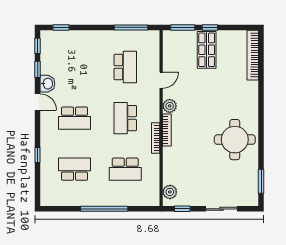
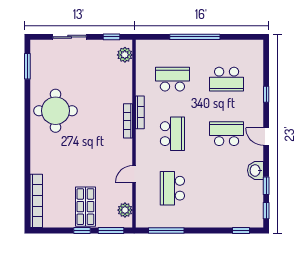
door: (38, 102) -> (266, 137), moved
plant: (170, 106) -> (125, 210), moved

